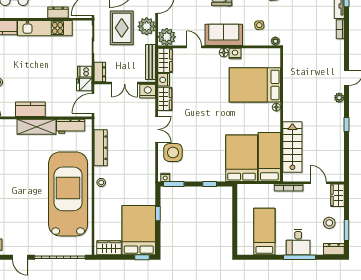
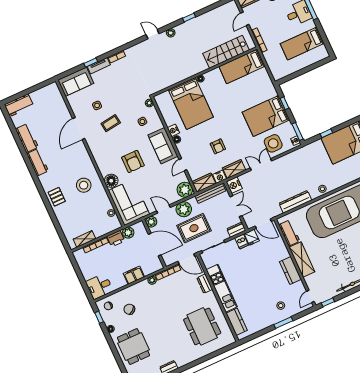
armchair: (197, 93) -> (218, 146), added
bed: (242, 158) -> (266, 116), moved

